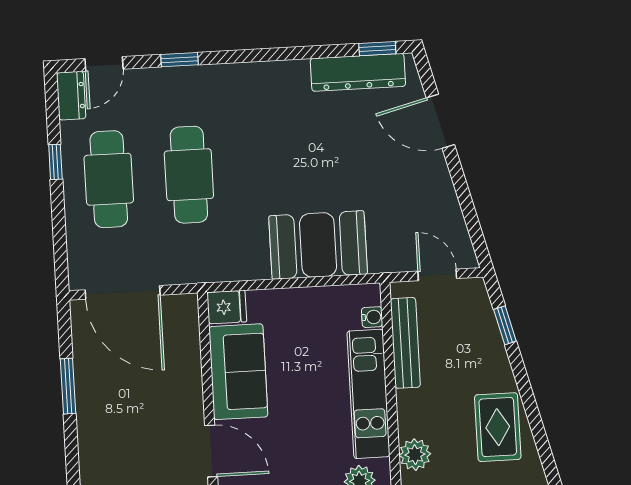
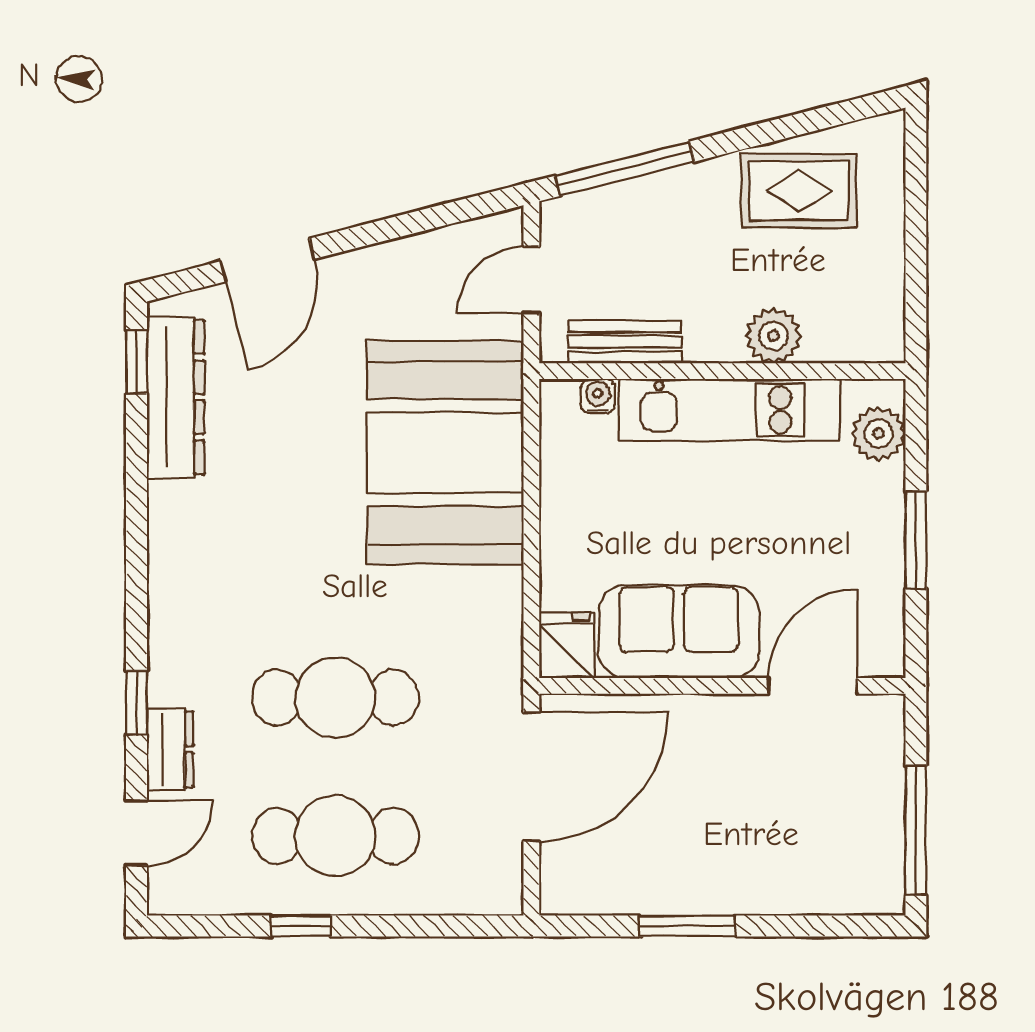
door: (104, 64) -> (137, 833), hinge flipped
dresser: (71, 96) -> (170, 749), moved, turned 90
booth: (318, 245) -> (445, 453), width x1.36, depth x1.42
door: (123, 292) -> (531, 777), moved
window: (505, 325) -> (625, 169), width x2.17
bench: (405, 343) -> (625, 342), width x0.73
plant: (415, 455) -> (773, 336), moved

